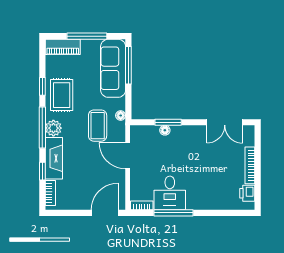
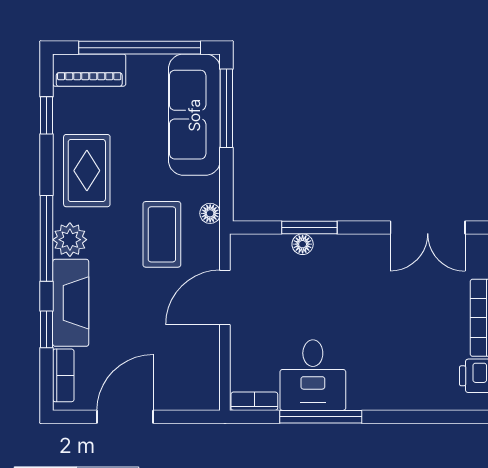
window: (87, 36) -> (140, 48), width x1.46
window: (42, 86) -> (47, 115), moved
door: (128, 156) -> (225, 297), hinge flipped
door: (105, 213) -> (125, 417), moved

